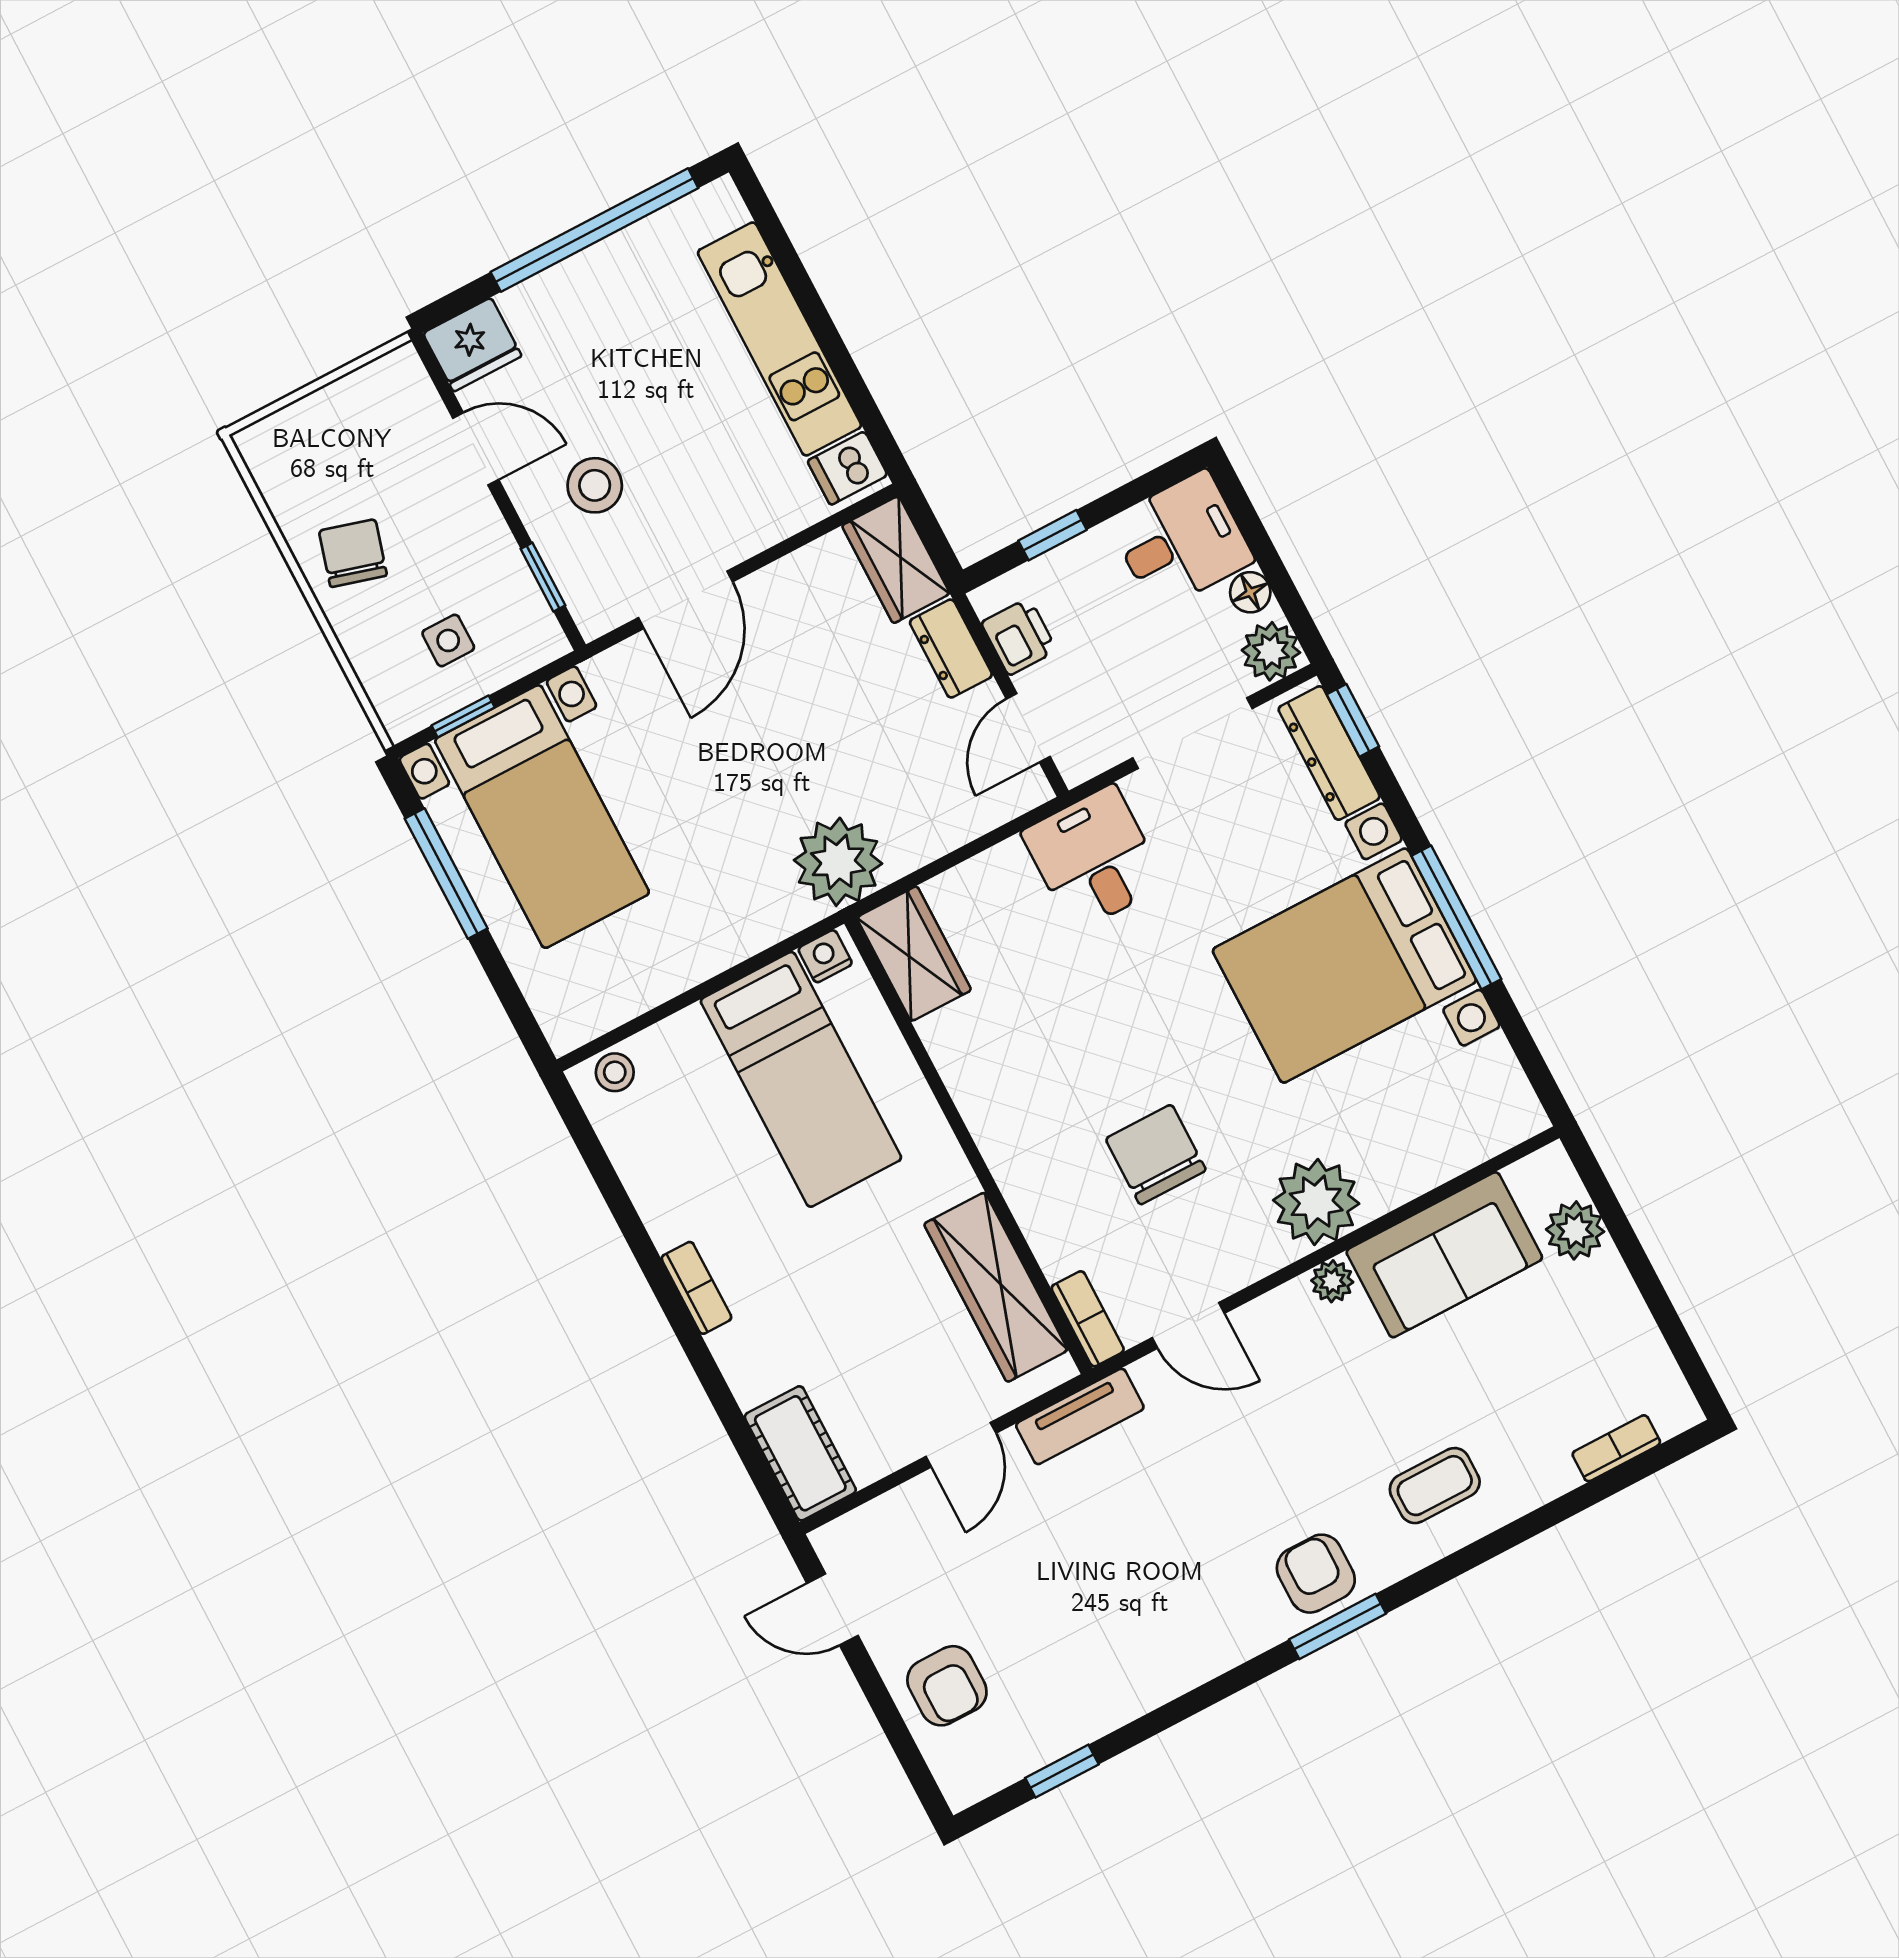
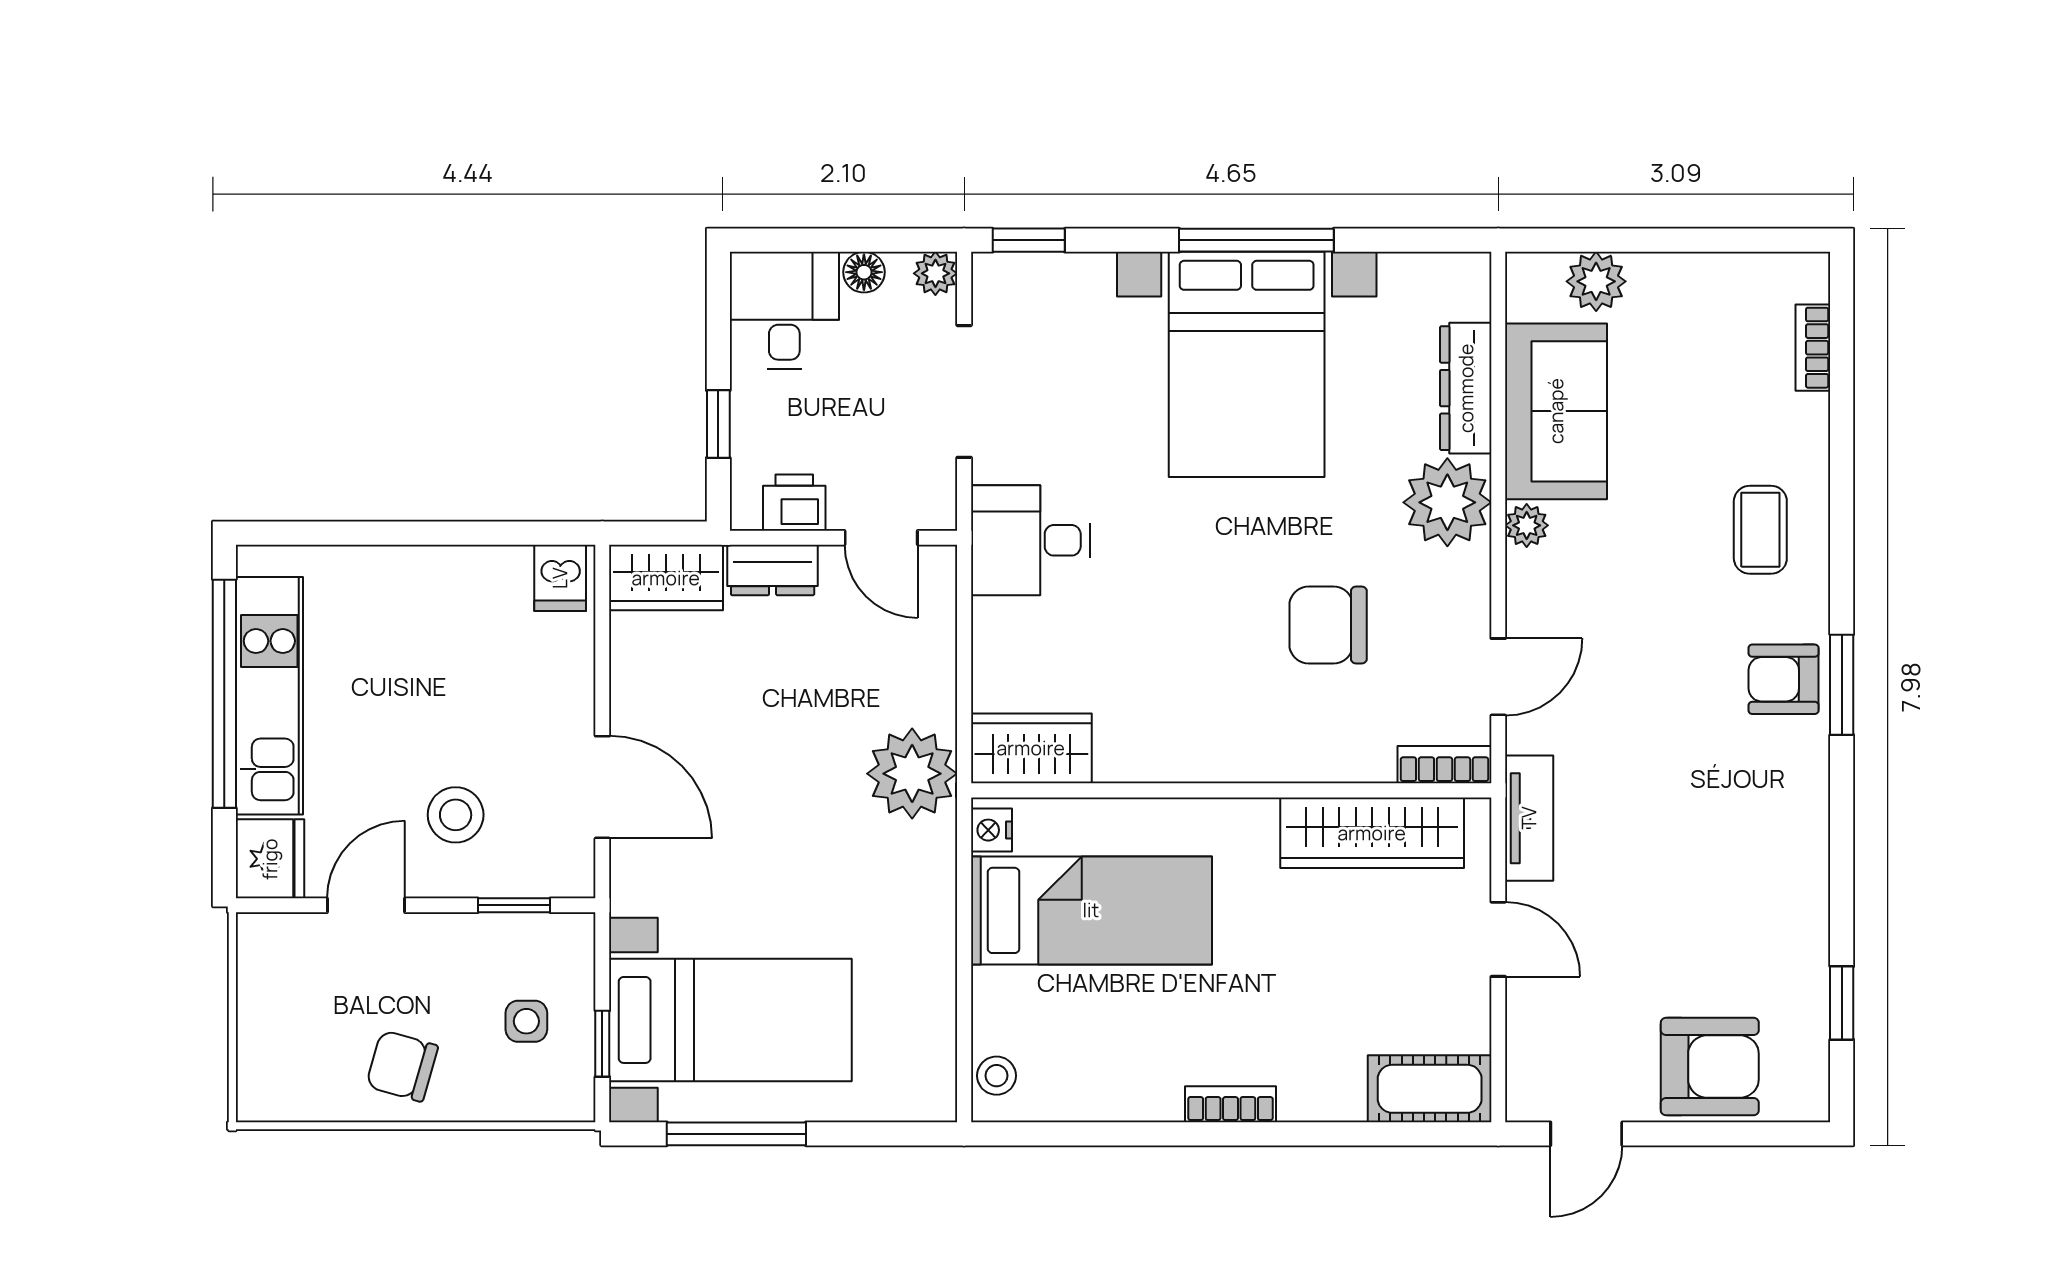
kitchen unit: (779, 339) -> (269, 696), moved, turned -90
plant: (1271, 651) -> (935, 273), width x0.73, depth x0.73
dresser: (1329, 753) -> (1466, 388), moved, turned 90
armchair: (947, 1686) -> (1710, 1067), width x1.38, depth x1.38

